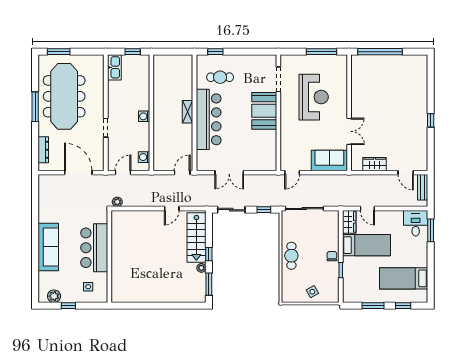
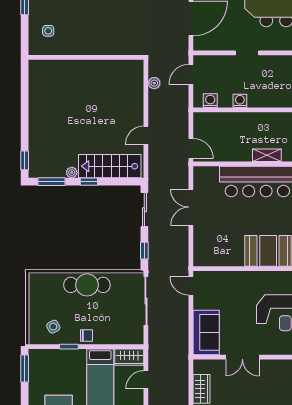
washing machine: (144, 116) -> (240, 101), moved
door: (123, 173) -> (191, 74), swing flipped
plant: (117, 202) -> (154, 83), moved
door: (172, 209) -> (146, 135), hinge flipped
bar counter: (94, 248) -> (97, 38), removed
cafe table: (291, 256) -> (87, 285), width x1.37, depth x1.35
side table: (312, 292) -> (53, 327), moved
window: (192, 306) -> (25, 160), added
window: (373, 306) -> (25, 369), moved

